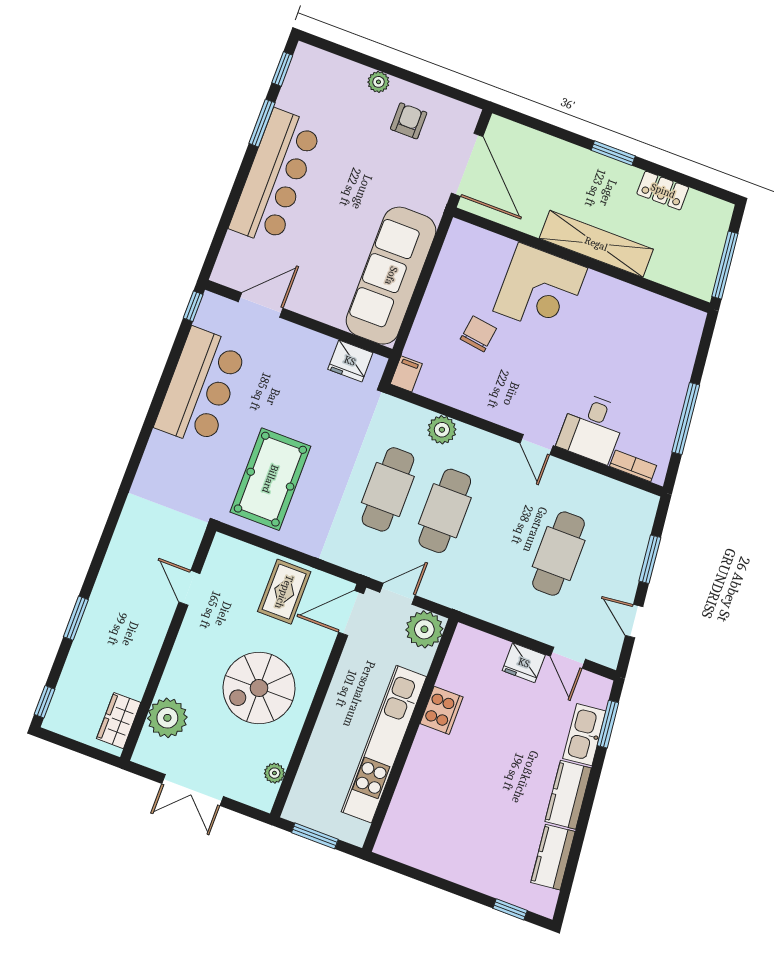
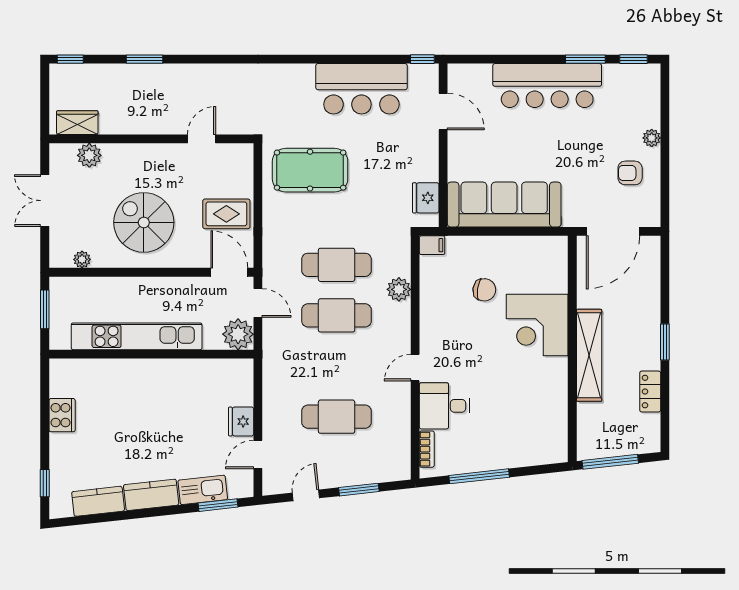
armchair: (409, 121) -> (630, 173), turned 180
cooker: (442, 710) -> (62, 415), moved, turned -90
plant: (167, 718) -> (89, 155), width x0.73, depth x0.73

